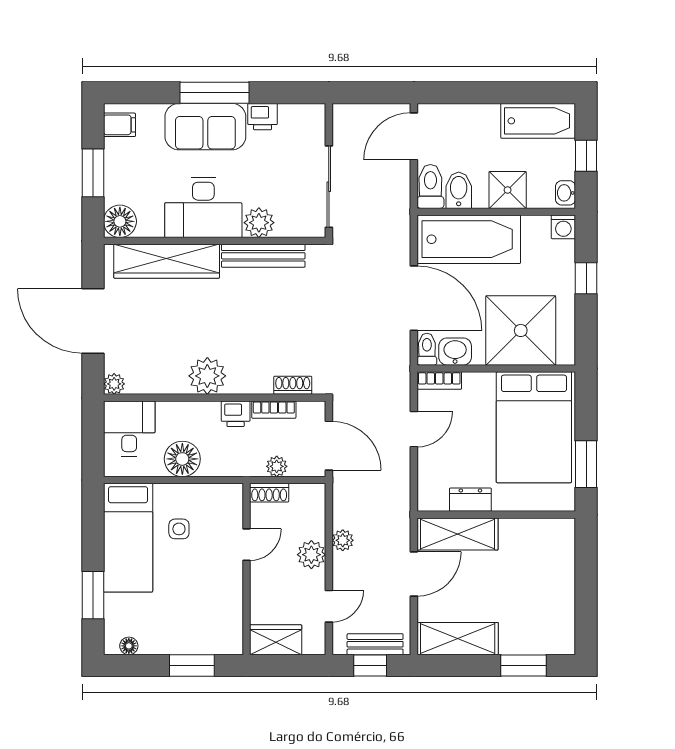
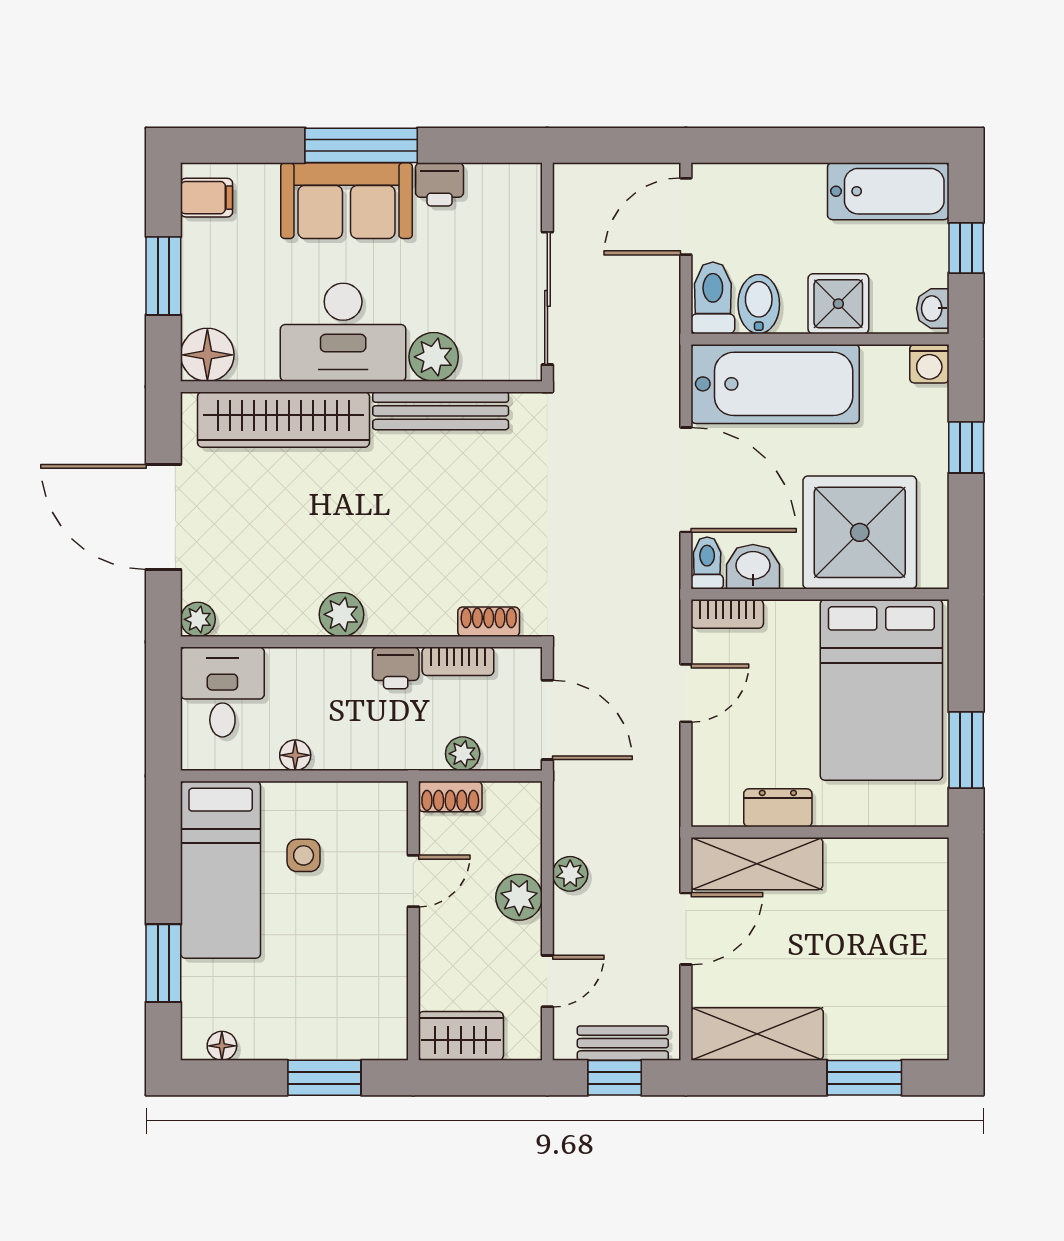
plant: (207, 376) -> (341, 614), width x0.73, depth x0.73
floor lamp: (182, 459) -> (295, 755), width x0.53, depth x0.53

